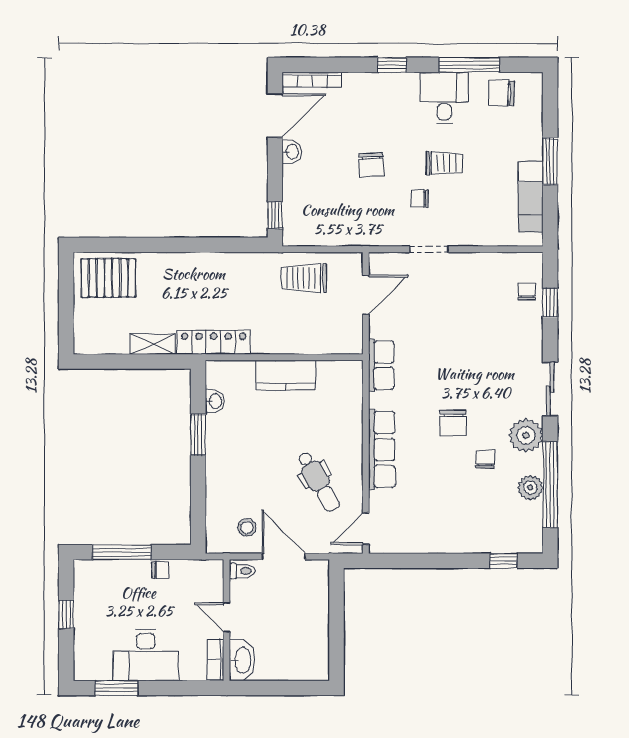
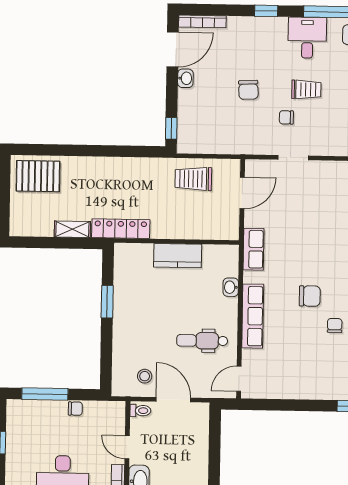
washbasin: (215, 401) -> (231, 287), moved, turned 180
chair: (453, 423) -> (310, 296), turned -90
dental chair: (319, 482) -> (202, 341), turned 120

